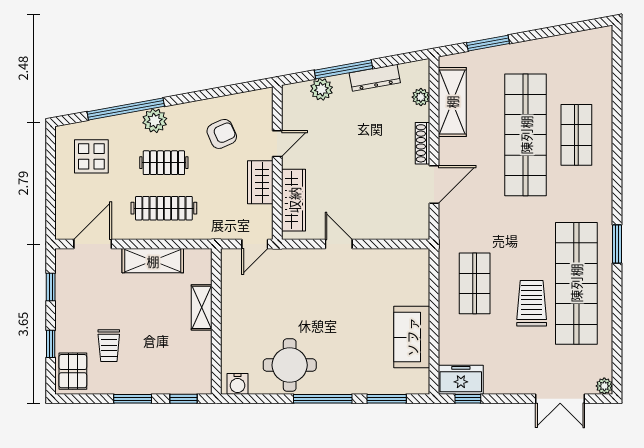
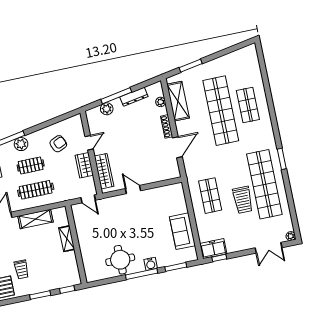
door: (255, 244) -> (88, 199), hinge flipped
trolley: (532, 303) -> (243, 200), turned 180
water cooler: (238, 384) -> (151, 264), moved

